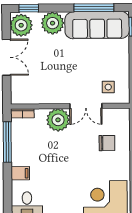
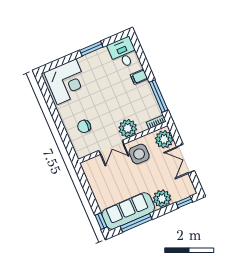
plant: (21, 25) -> (164, 139), moved
side table: (108, 87) -> (139, 154), moved, width x1.87, depth x1.87
double door: (86, 106) -> (111, 147), swing flipped

